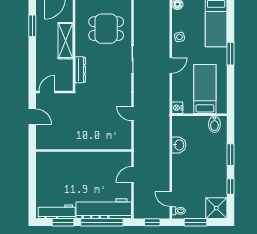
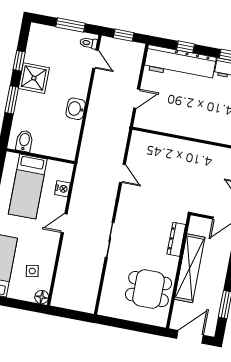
dining table: (106, 29) -> (149, 289), moved
side table: (179, 37) -> (32, 271), moved
shelving: (65, 41) -> (190, 268), width x1.47
nightstand: (177, 108) -> (62, 189), moved
washbasin: (179, 145) -> (76, 109), moved
shower: (216, 208) -> (34, 78), moved
window: (102, 222) -> (186, 47), width x0.32

